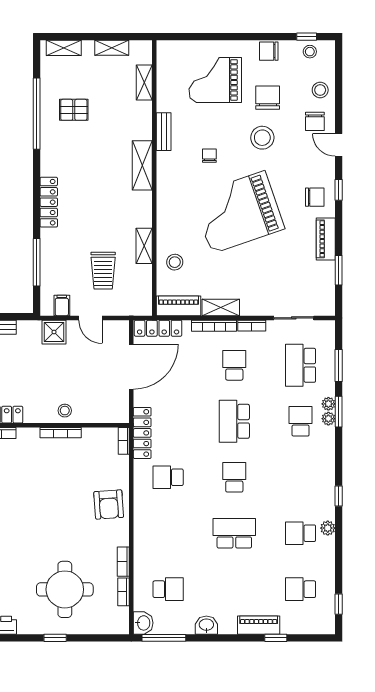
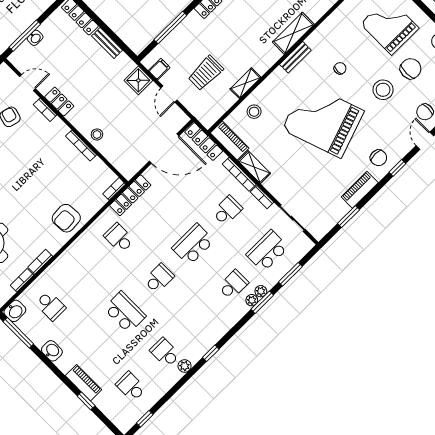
bench: (164, 132) -> (295, 57), moved

